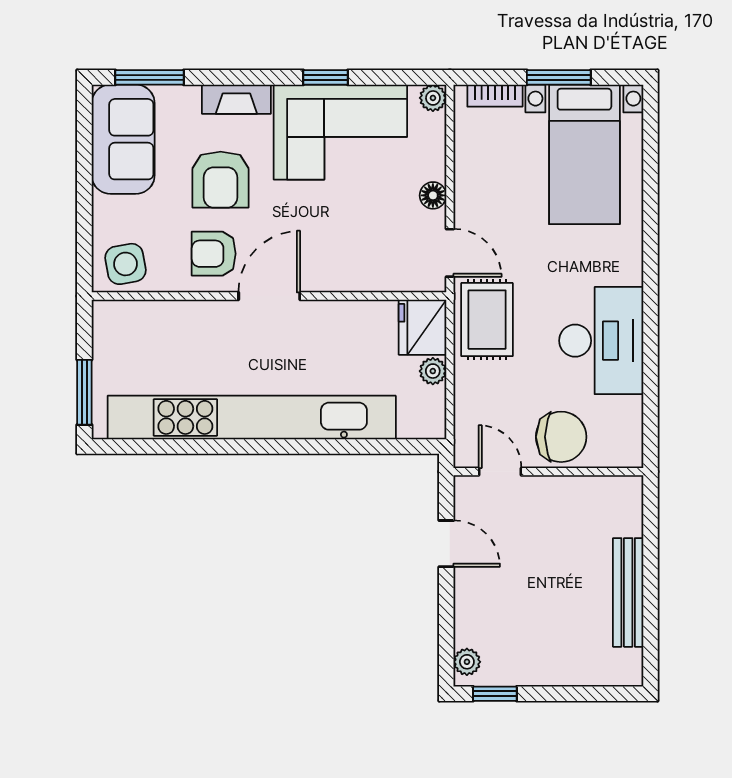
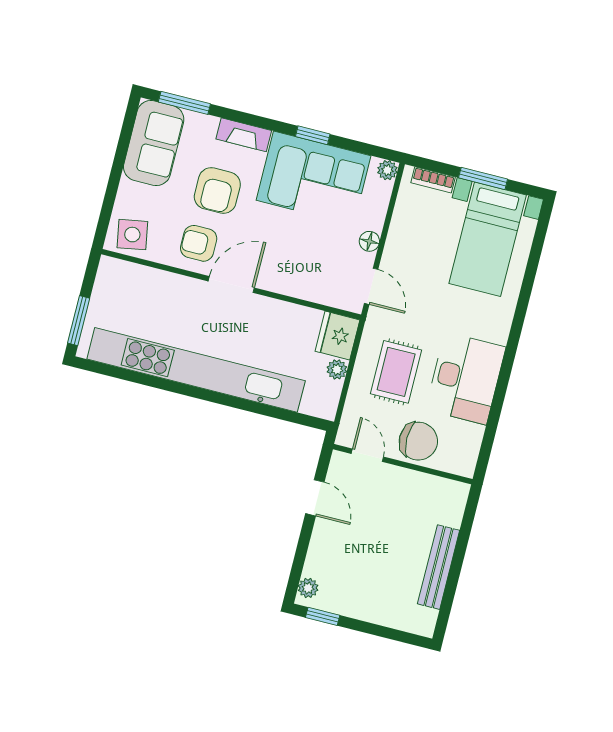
rug: (487, 320) -> (396, 372), moved

